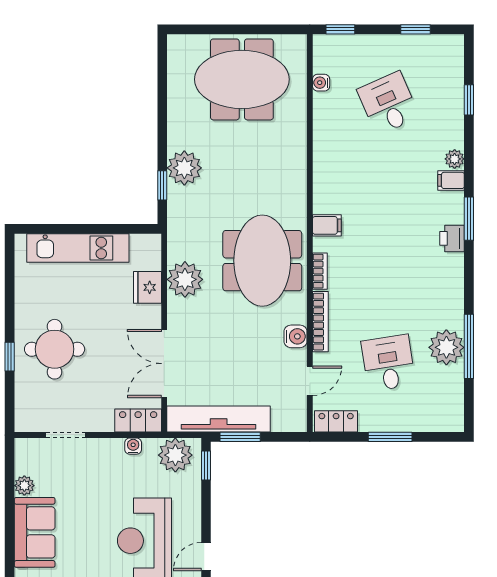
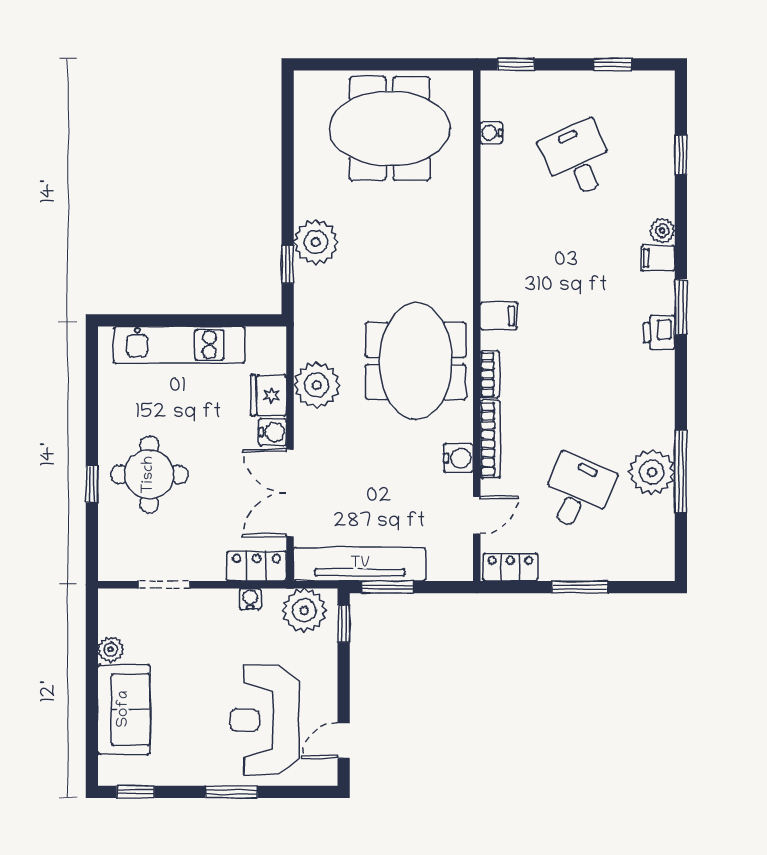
water cooler: (151, 316) -> (273, 432), added
desk: (388, 363) -> (578, 492), turned 33

